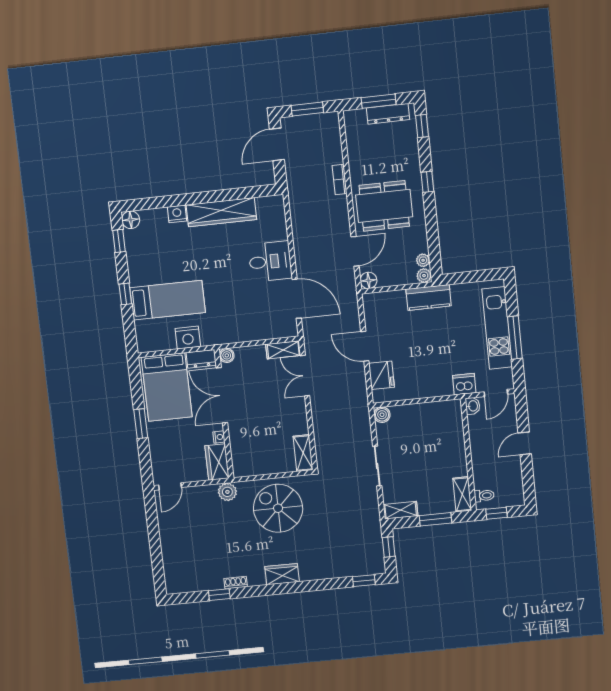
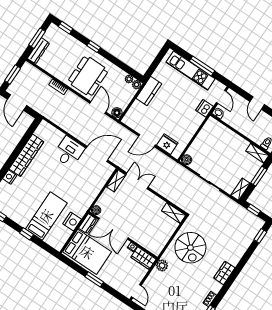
dresser: (388, 114) -> (38, 51), moved
double door: (305, 376) -> (137, 181), swing flipped
spiral stairs: (278, 508) -> (190, 248), turned -90

